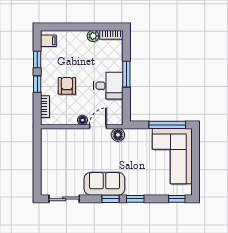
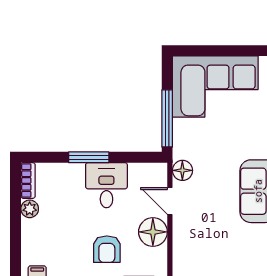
armchair: (67, 86) -> (107, 249), turned -90
floor lamp: (82, 120) -> (153, 232), width x1.89, depth x1.89
window: (167, 125) -> (167, 118), moved

